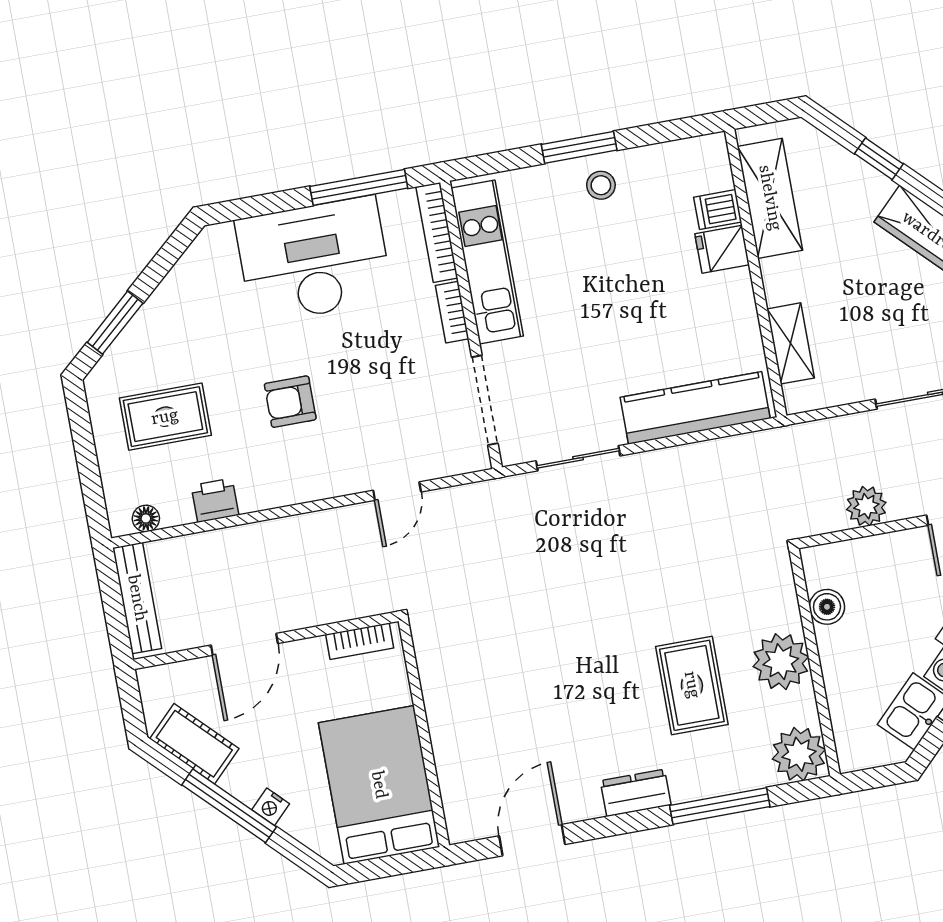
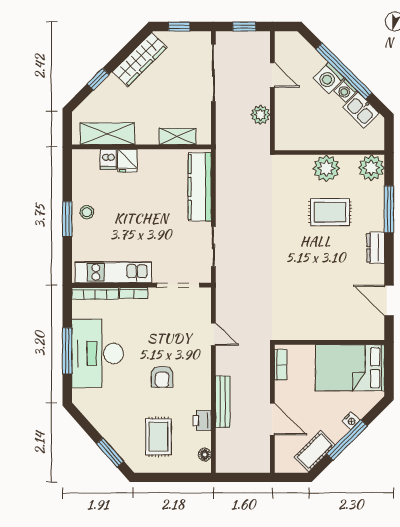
window: (359, 187) -> (67, 351), moved
bench: (137, 598) -> (223, 402), moved, turned 90
boiler: (827, 607) -> (304, 142), removed

